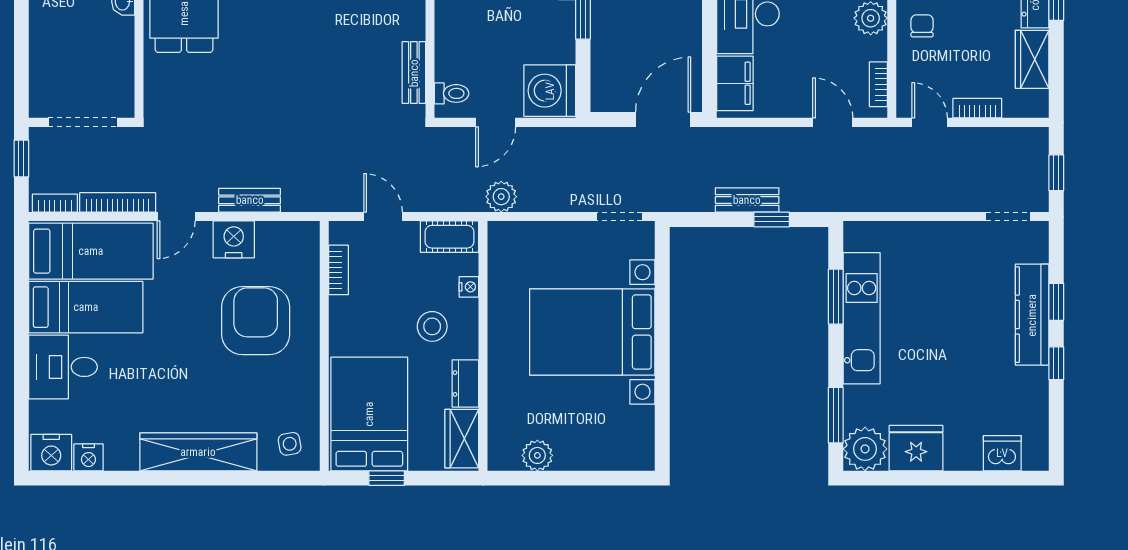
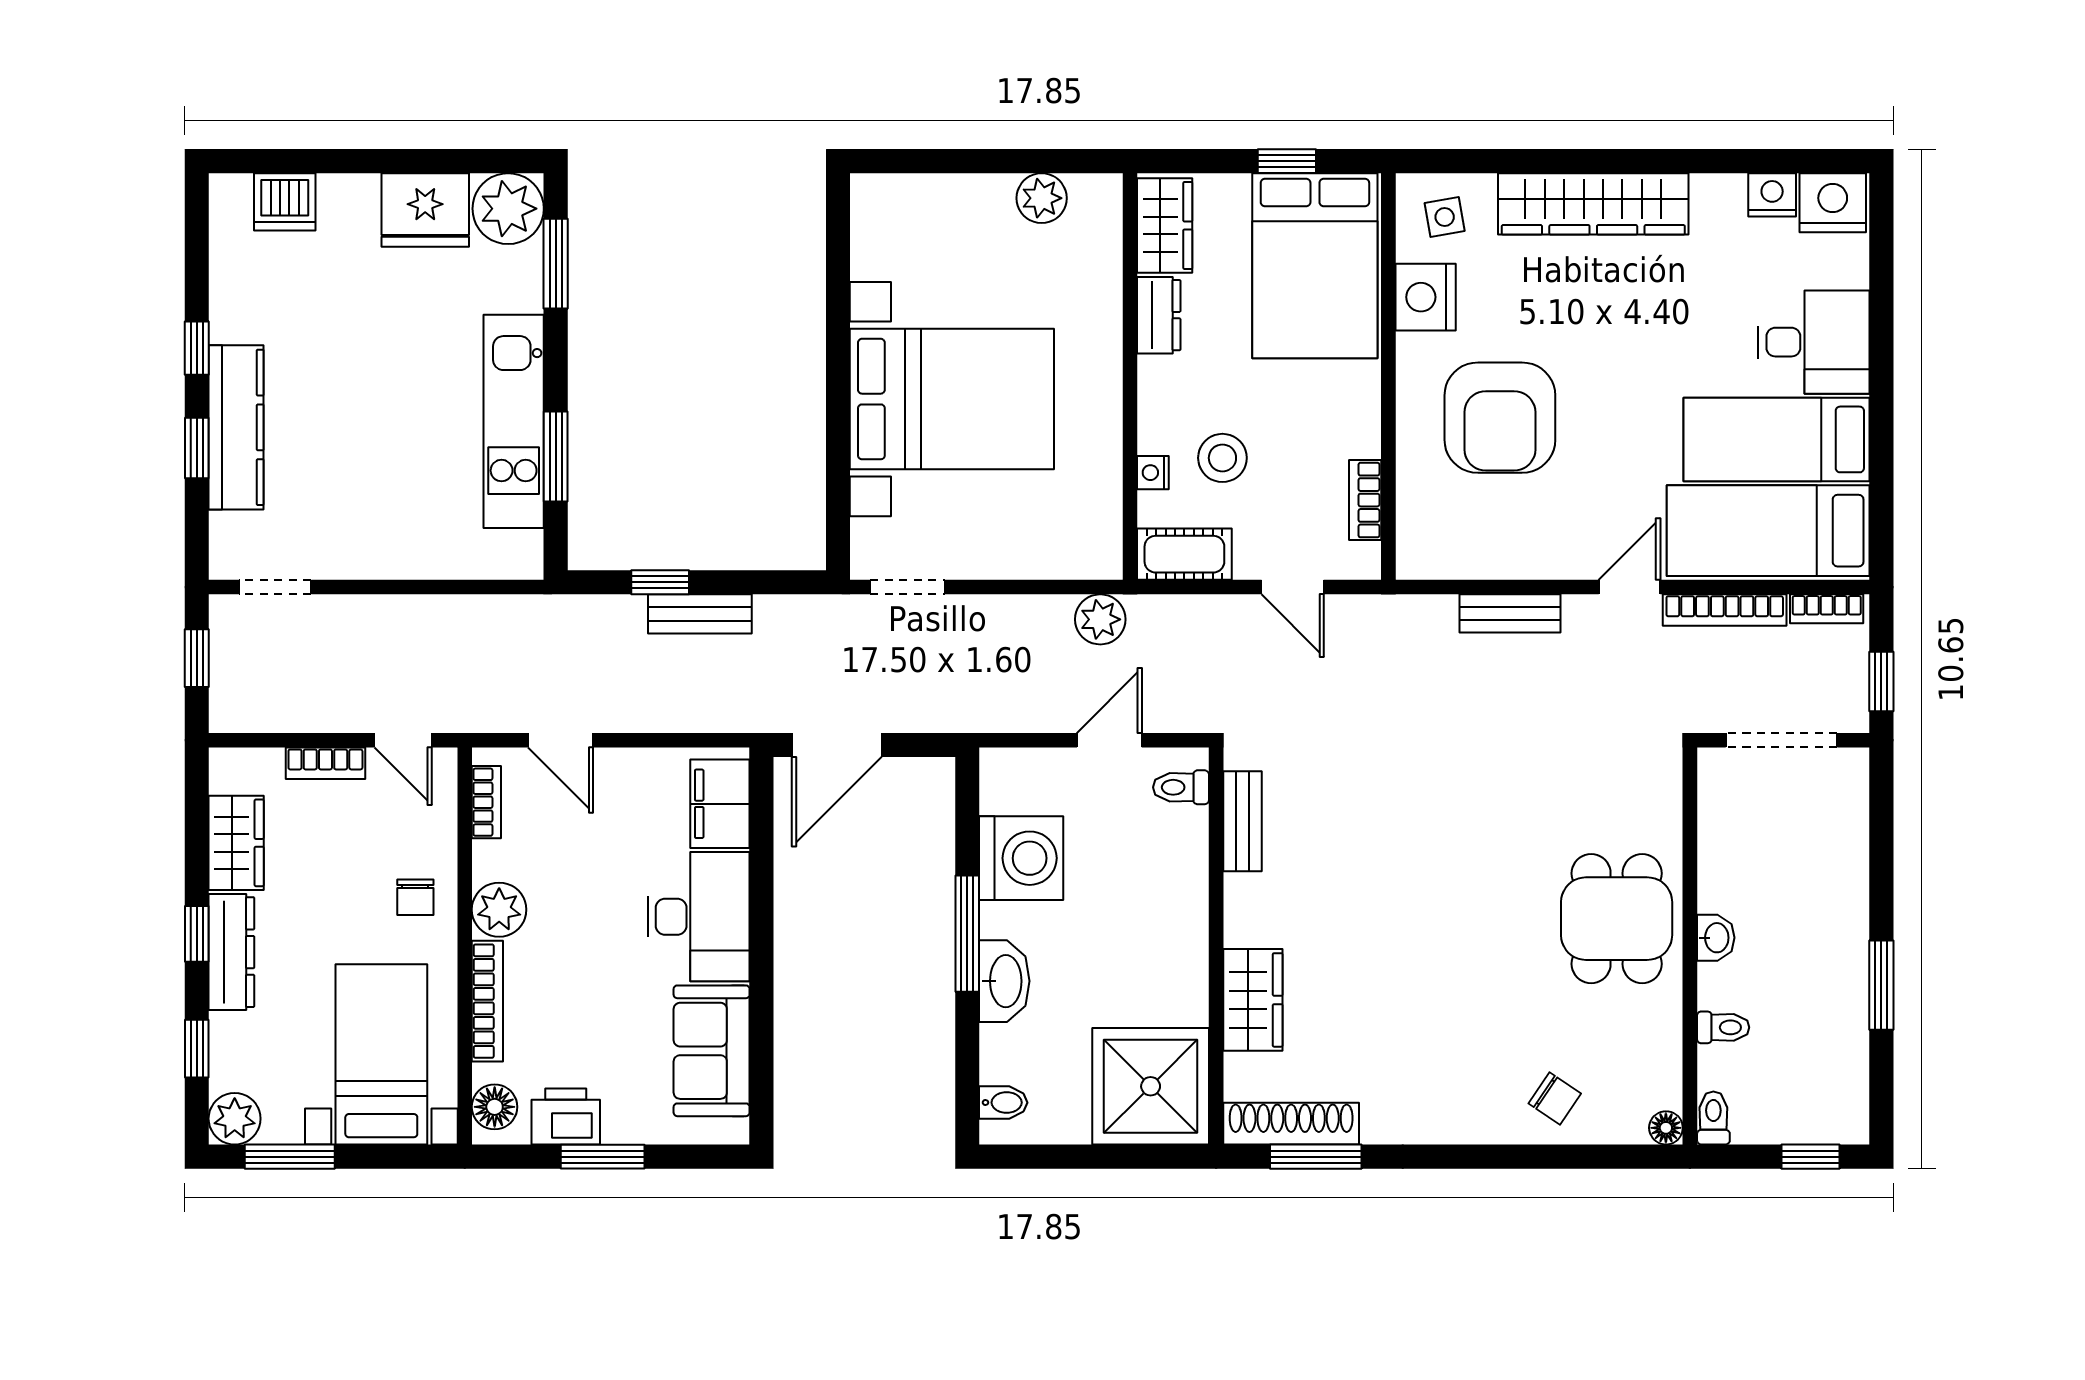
washing machine: (550, 91) -> (1021, 858), moved
nightstand: (234, 239) -> (1426, 297), moved, turned 90
stool: (432, 326) -> (1222, 458), moved

